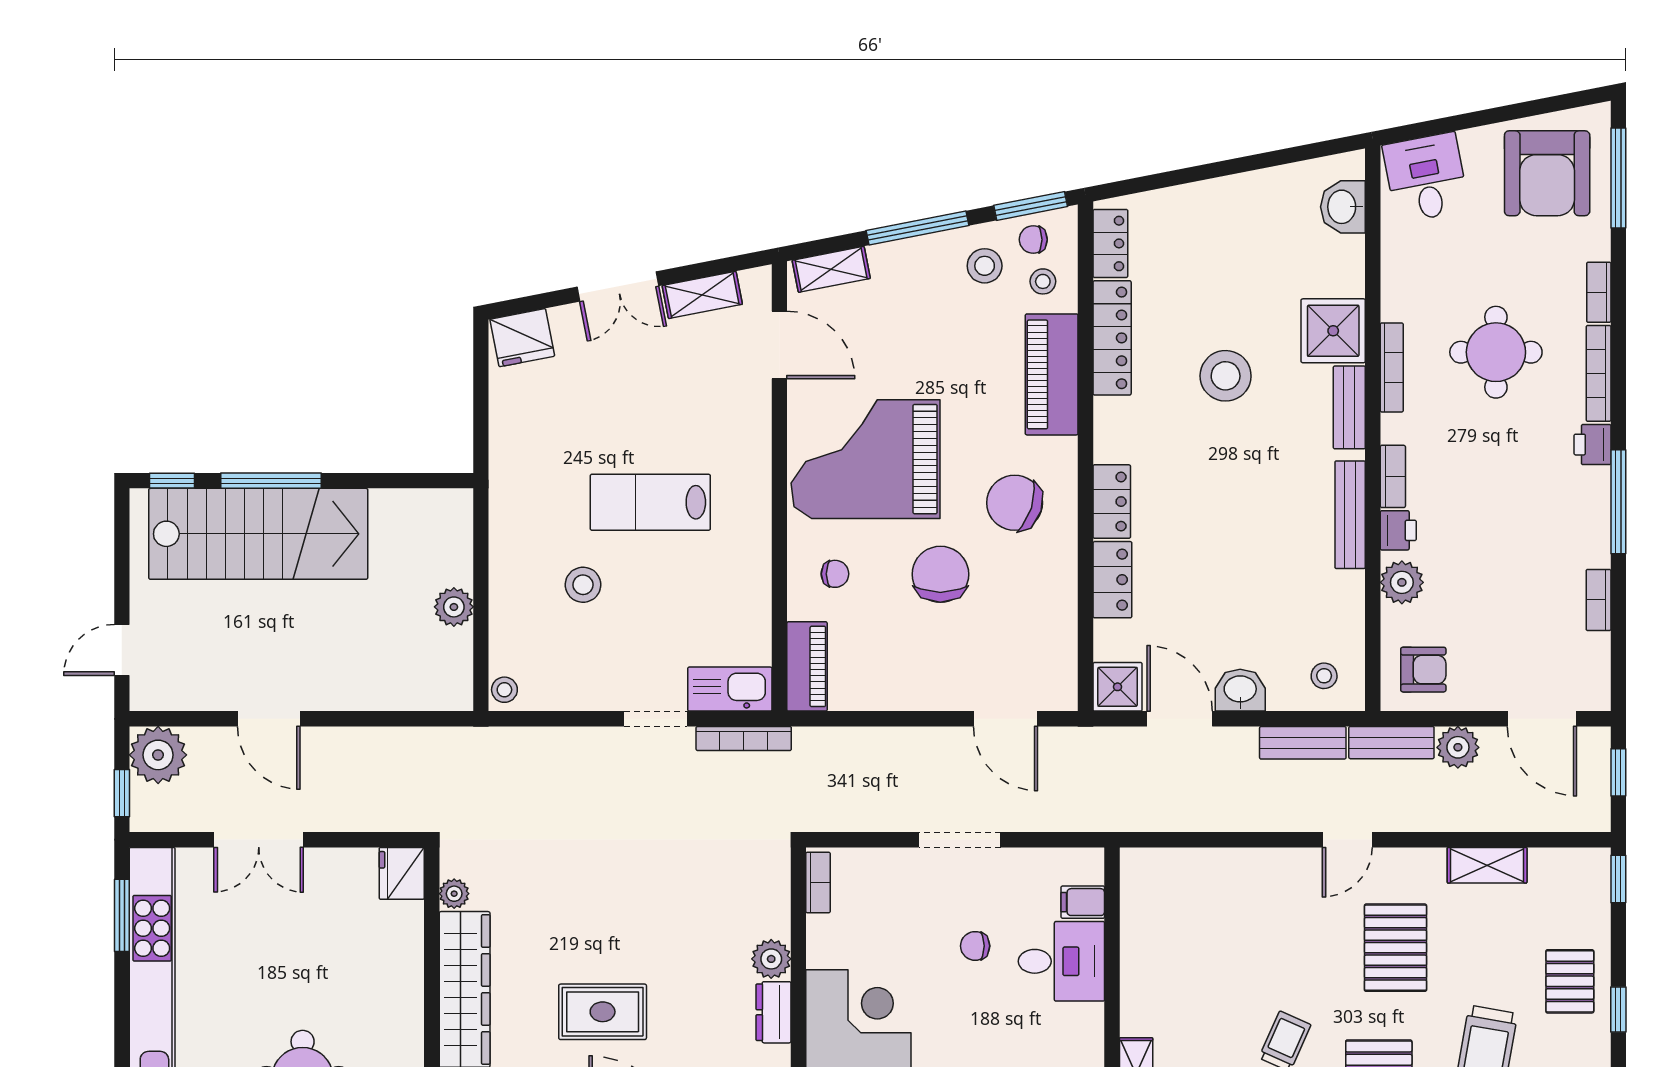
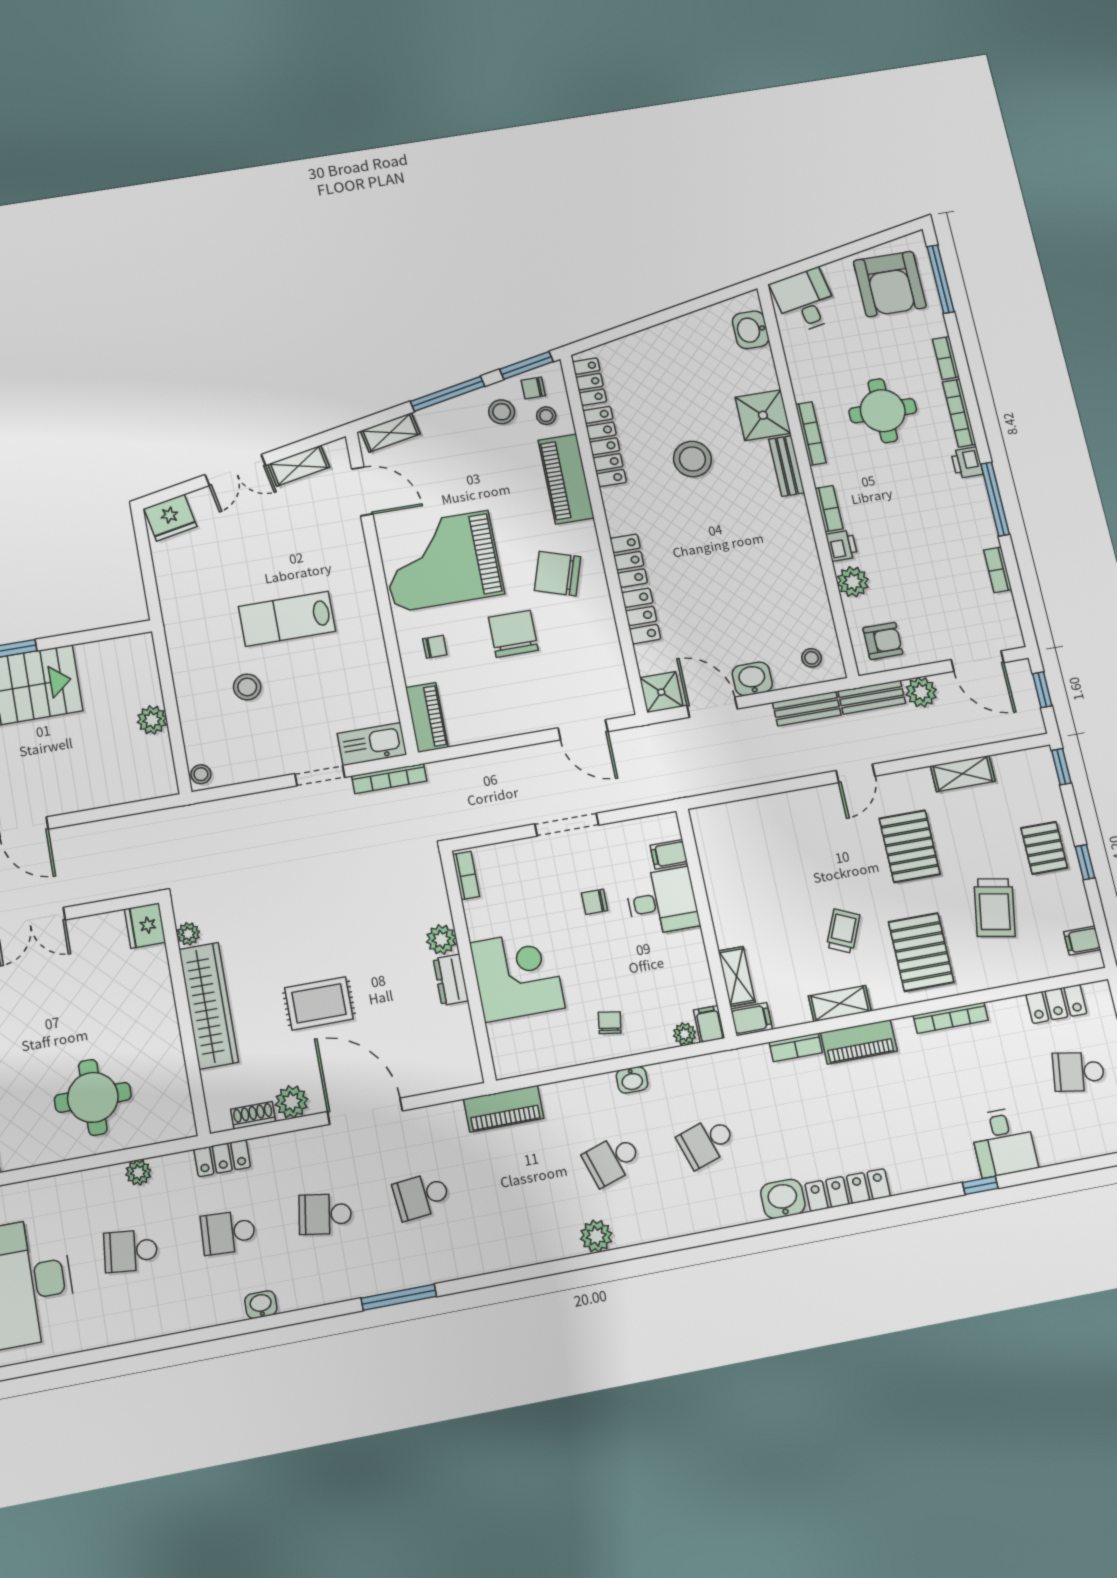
bench: (1350, 515) -> (804, 541), removed

